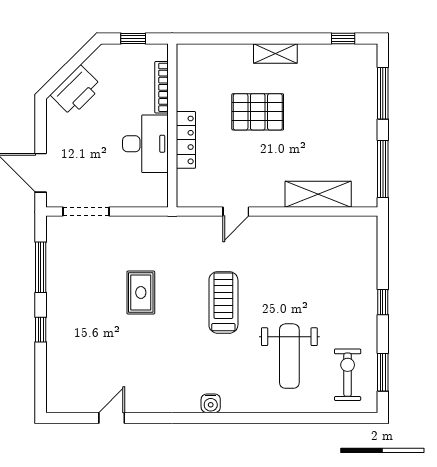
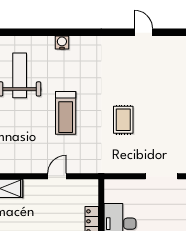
water cooler: (211, 403) -> (62, 43), moved
door: (112, 418) -> (144, 32), swing flipped

